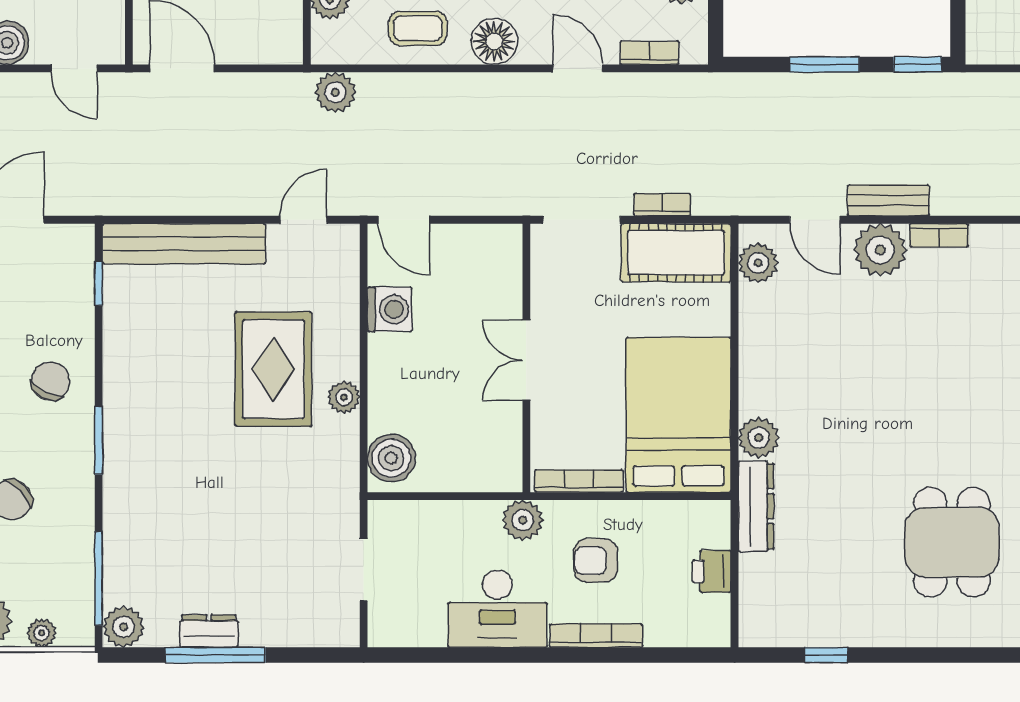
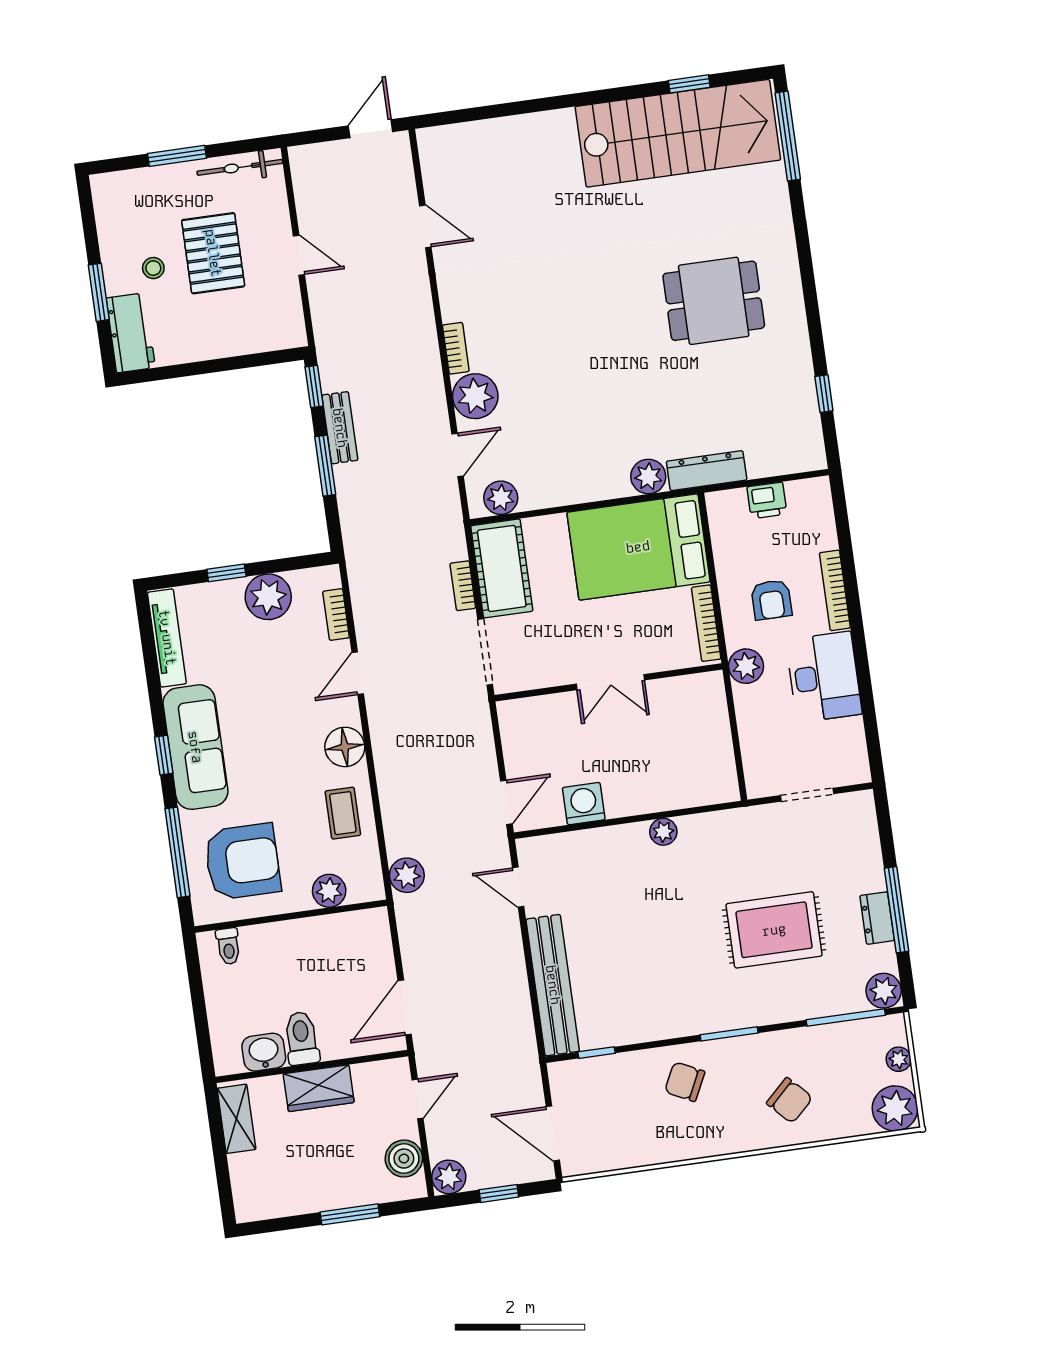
bench: (888, 200) -> (340, 428), moved
rug: (273, 369) -> (774, 930), moved
boiler: (391, 458) -> (709, 785), removed

